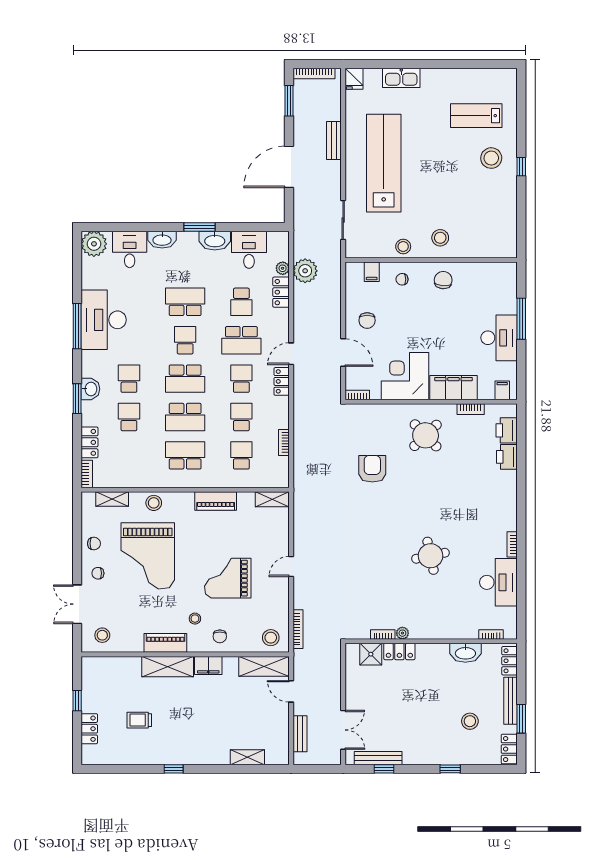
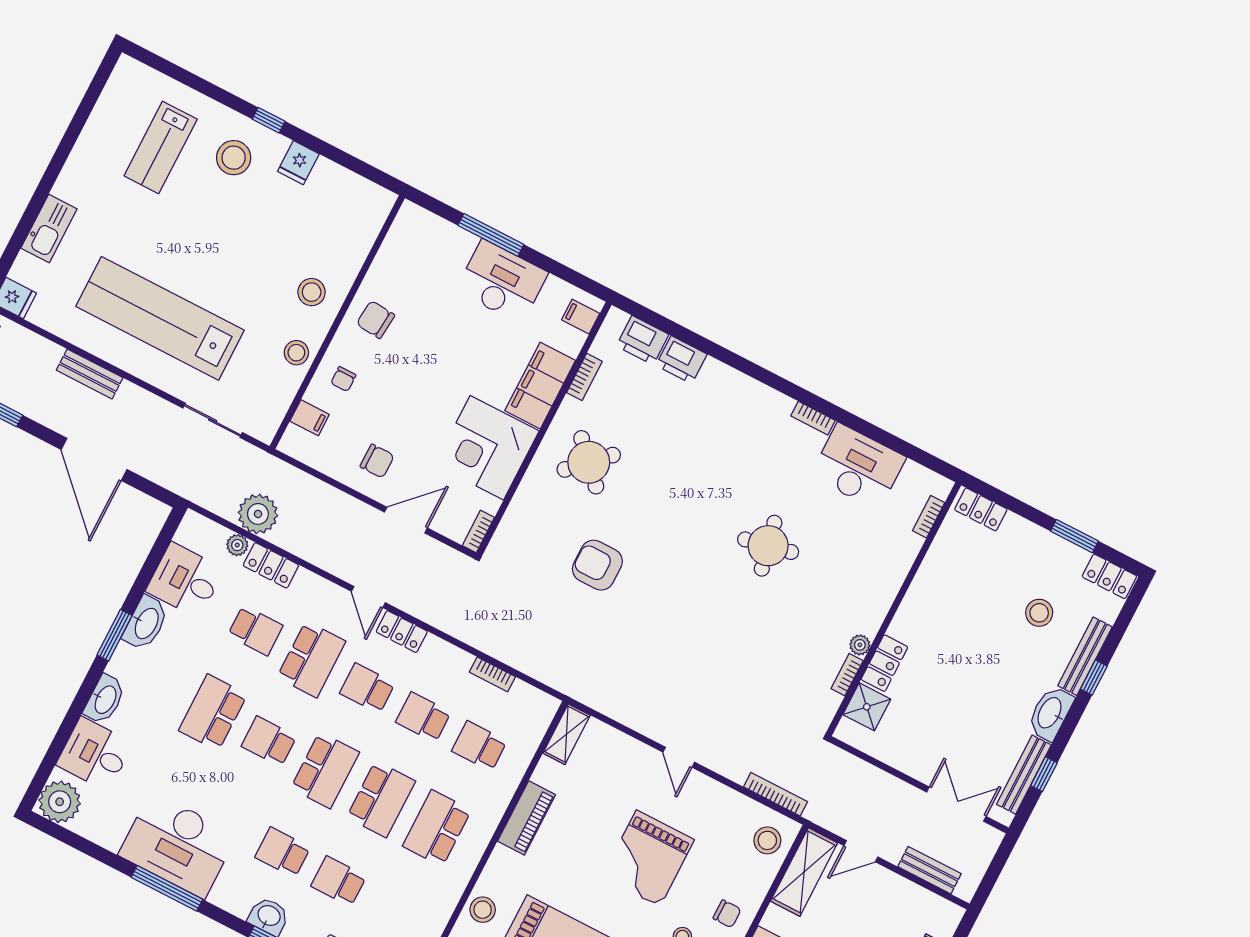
fridge: (507, 194) -> (298, 163), added
washbasin: (465, 653) -> (1050, 713), moved, turned 180
bench: (511, 701) -> (1085, 656), moved, turned 90

